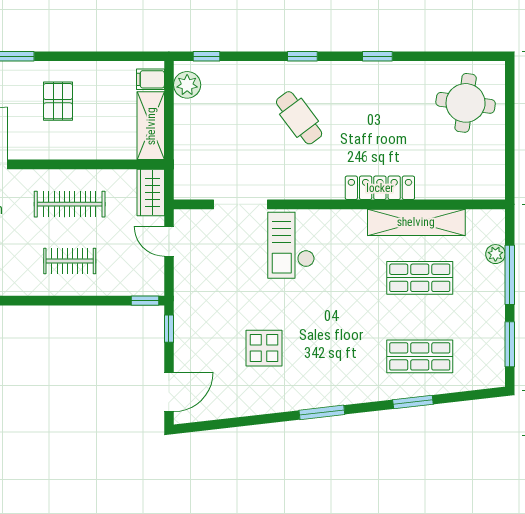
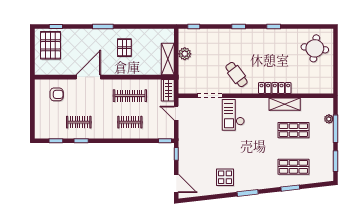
filing cabinet: (150, 79) -> (168, 37), removed
plant: (187, 85) -> (185, 54), moved
cafe table: (299, 118) -> (236, 75), moved
shelving: (416, 222) -> (285, 104), width x0.68
display table: (264, 348) -> (225, 177), moved
door: (169, 392) -> (176, 183), hinge flipped

